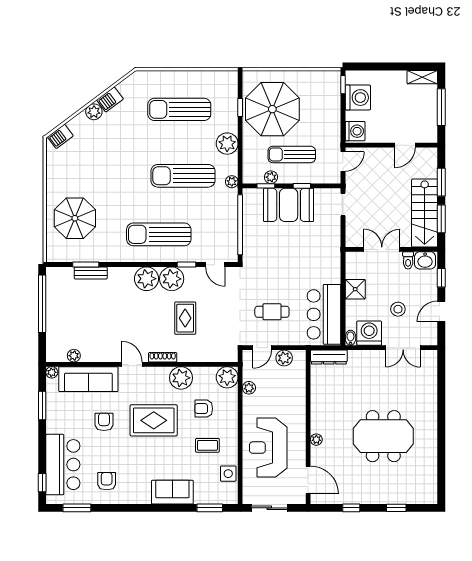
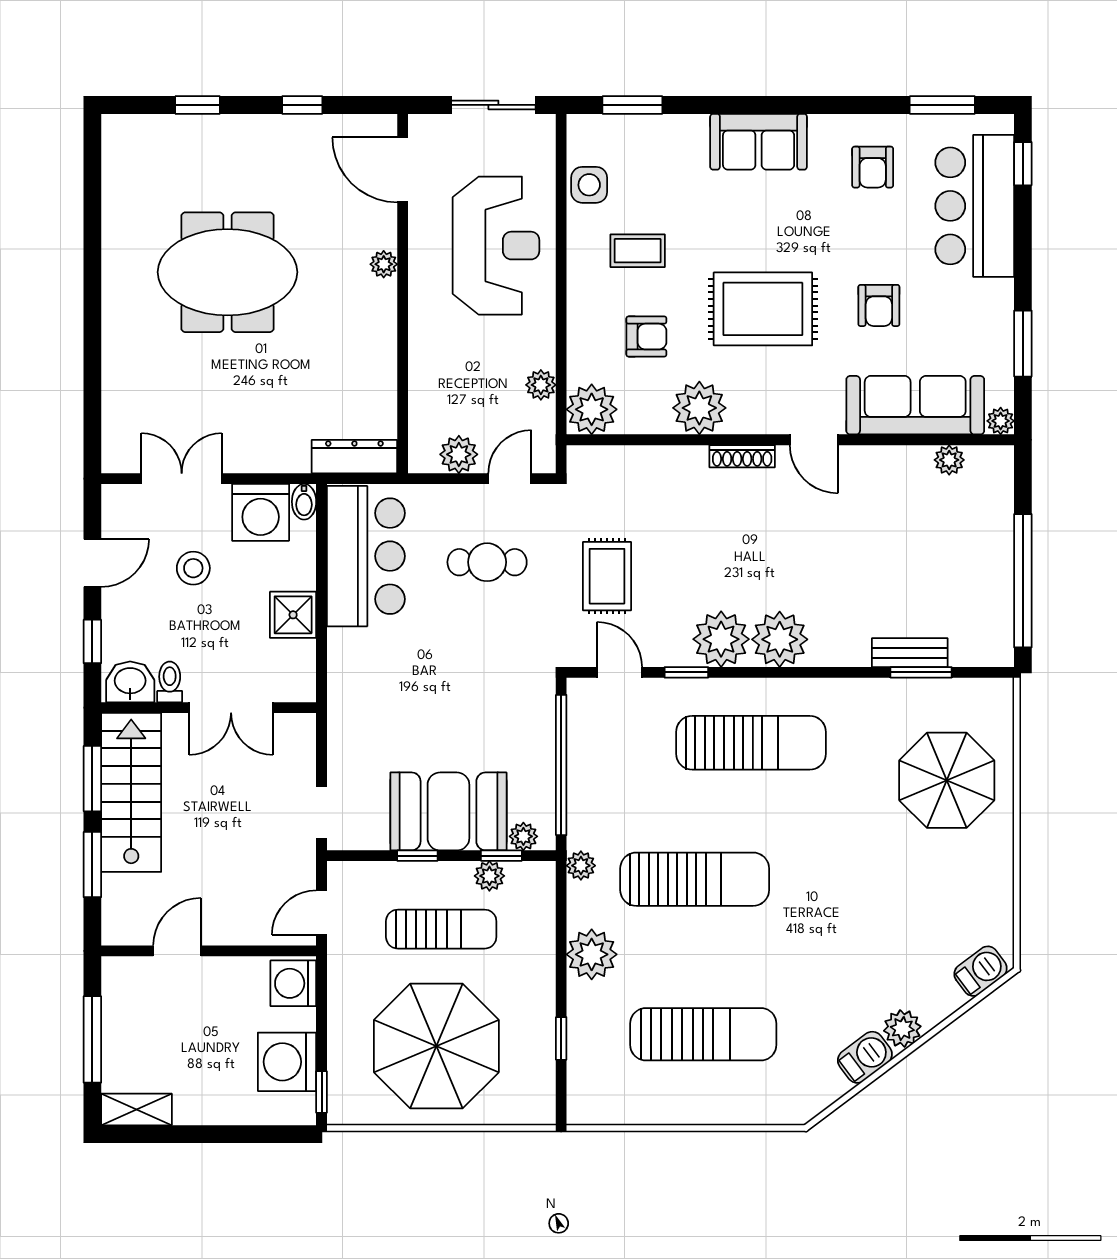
parasol: (272, 109) -> (436, 1046), moved
plant: (256, 194) -> (523, 836), added
rug: (185, 318) -> (607, 576), moved
sofa: (172, 492) -> (759, 142), moved

